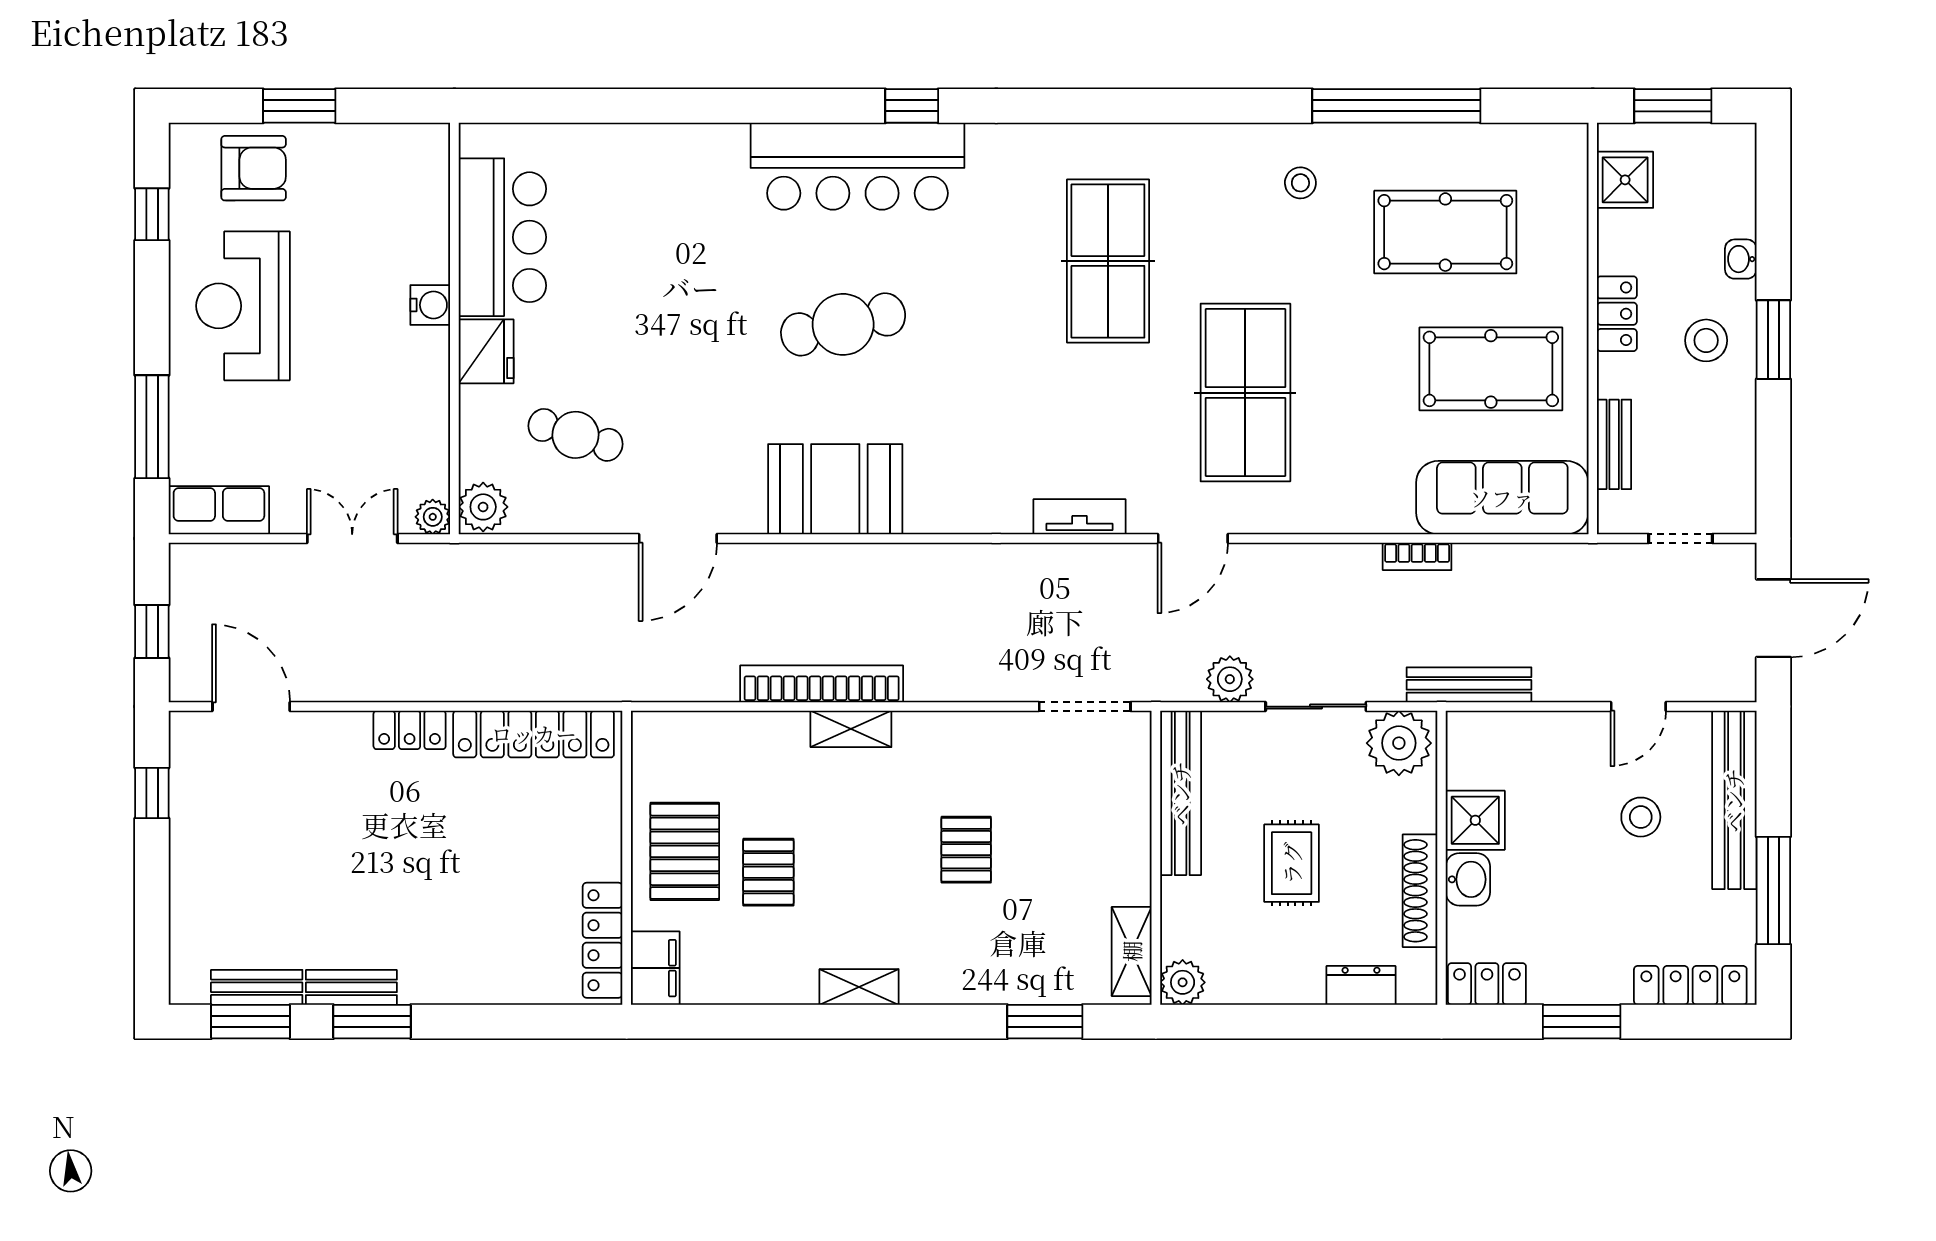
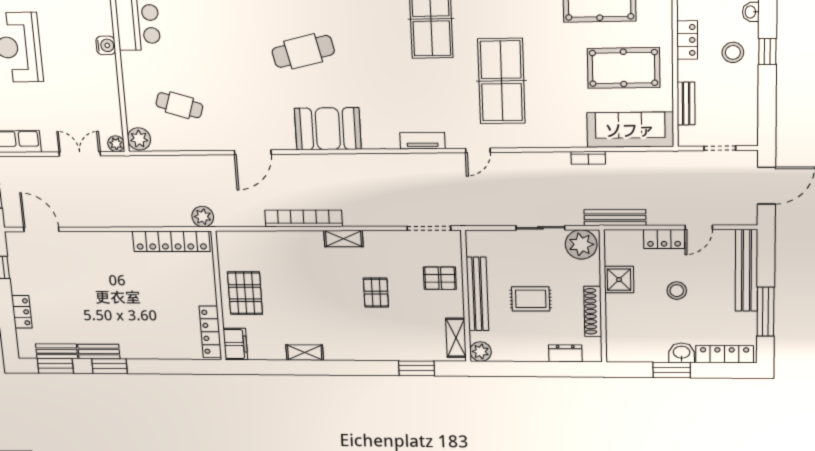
window: (1773, 340) -> (767, 51), width x0.67
fridge: (486, 351) -> (134, 67), removed
booth: (835, 489) -> (328, 129), moved
door: (678, 538) -> (253, 152), moved
door: (1193, 538) -> (478, 150), width x0.73
plant: (1230, 679) -> (203, 217), moved
shelving: (851, 729) -> (344, 239), moved
locker: (410, 730) -> (22, 312), moved, turned -90
bench: (1181, 793) -> (477, 294), moved
stool: (1641, 817) -> (677, 291), moved
rug: (1292, 863) -> (531, 299), turned 90
pallet: (768, 872) -> (440, 278), moved, turned 90
washbasin: (1468, 879) -> (682, 353), moved, turned -90
locker: (1487, 984) -> (664, 239), moved, turned 180
shelving: (859, 987) -> (305, 353), moved

